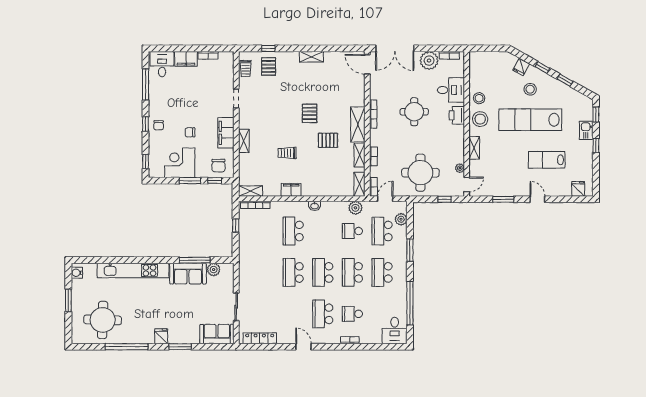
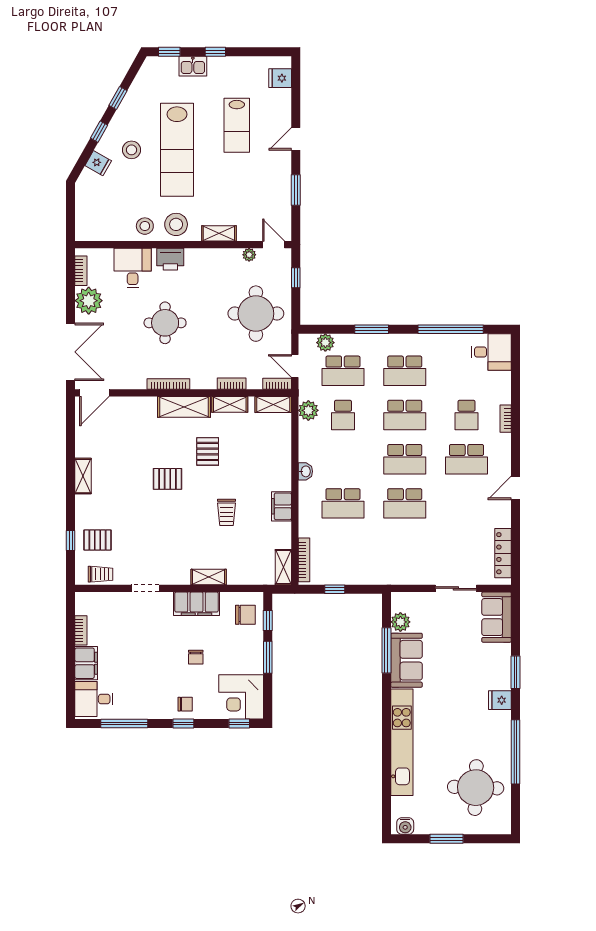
corner desk: (180, 163) -> (241, 697), moved

